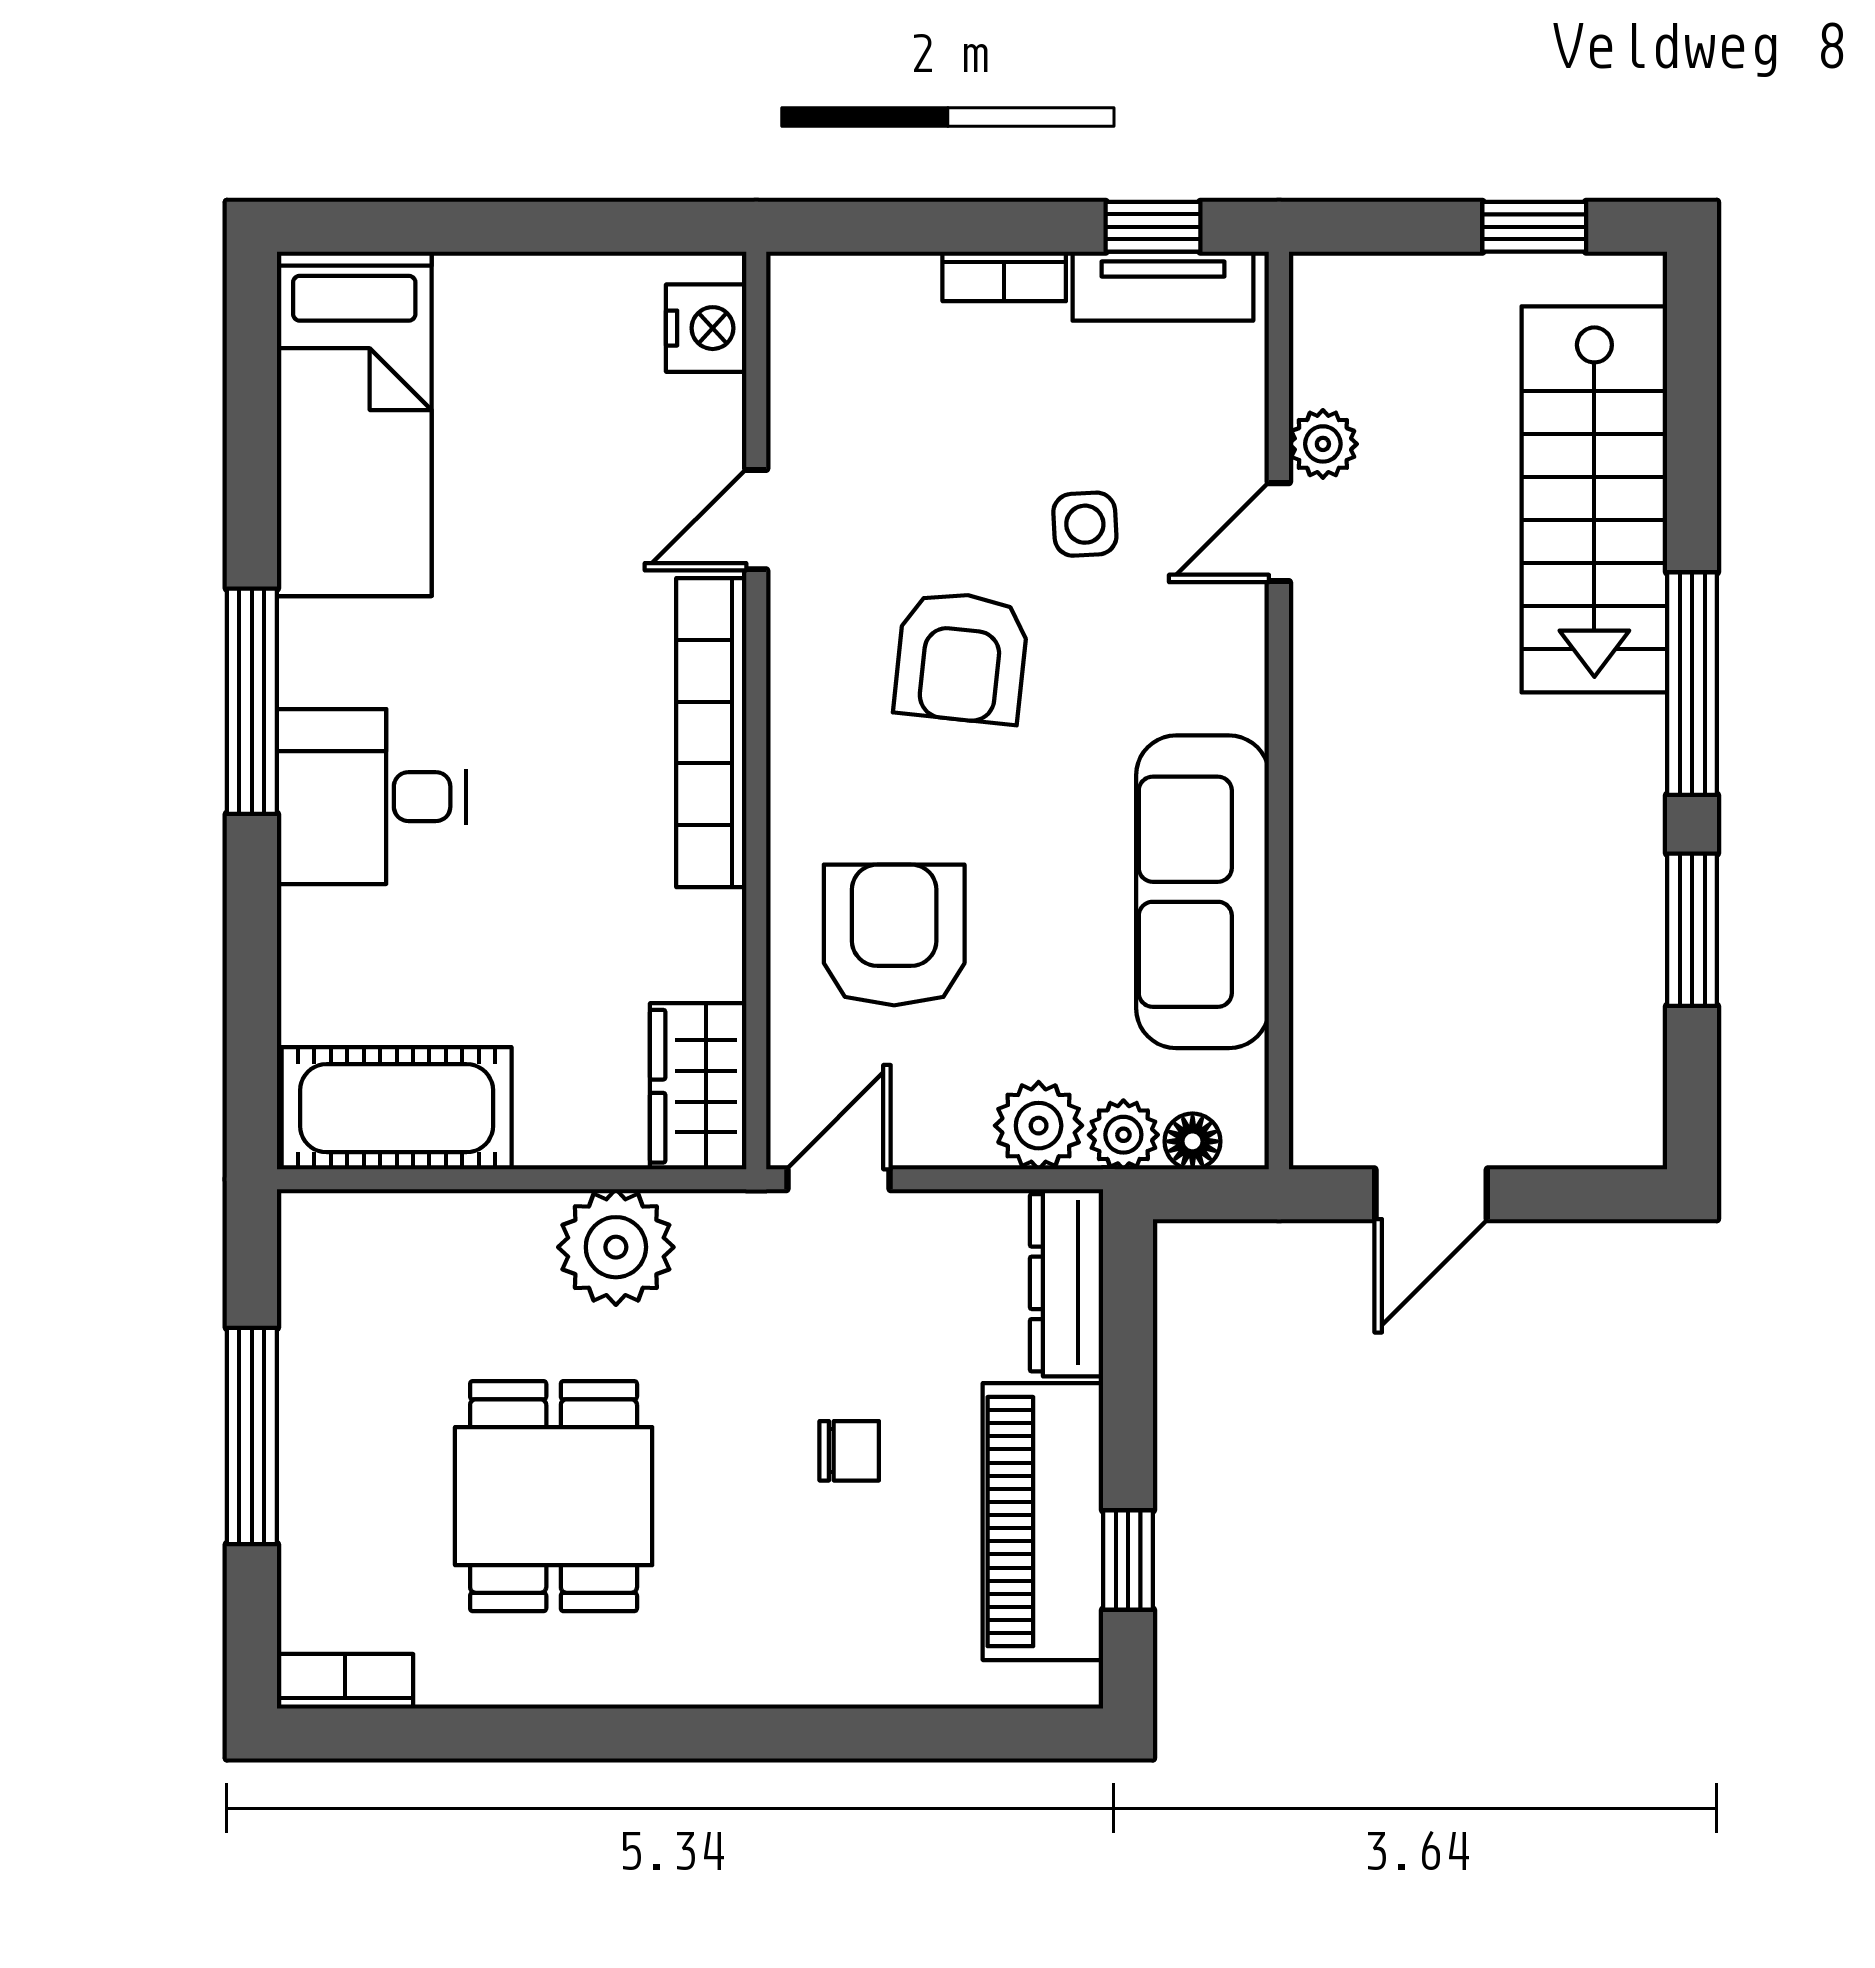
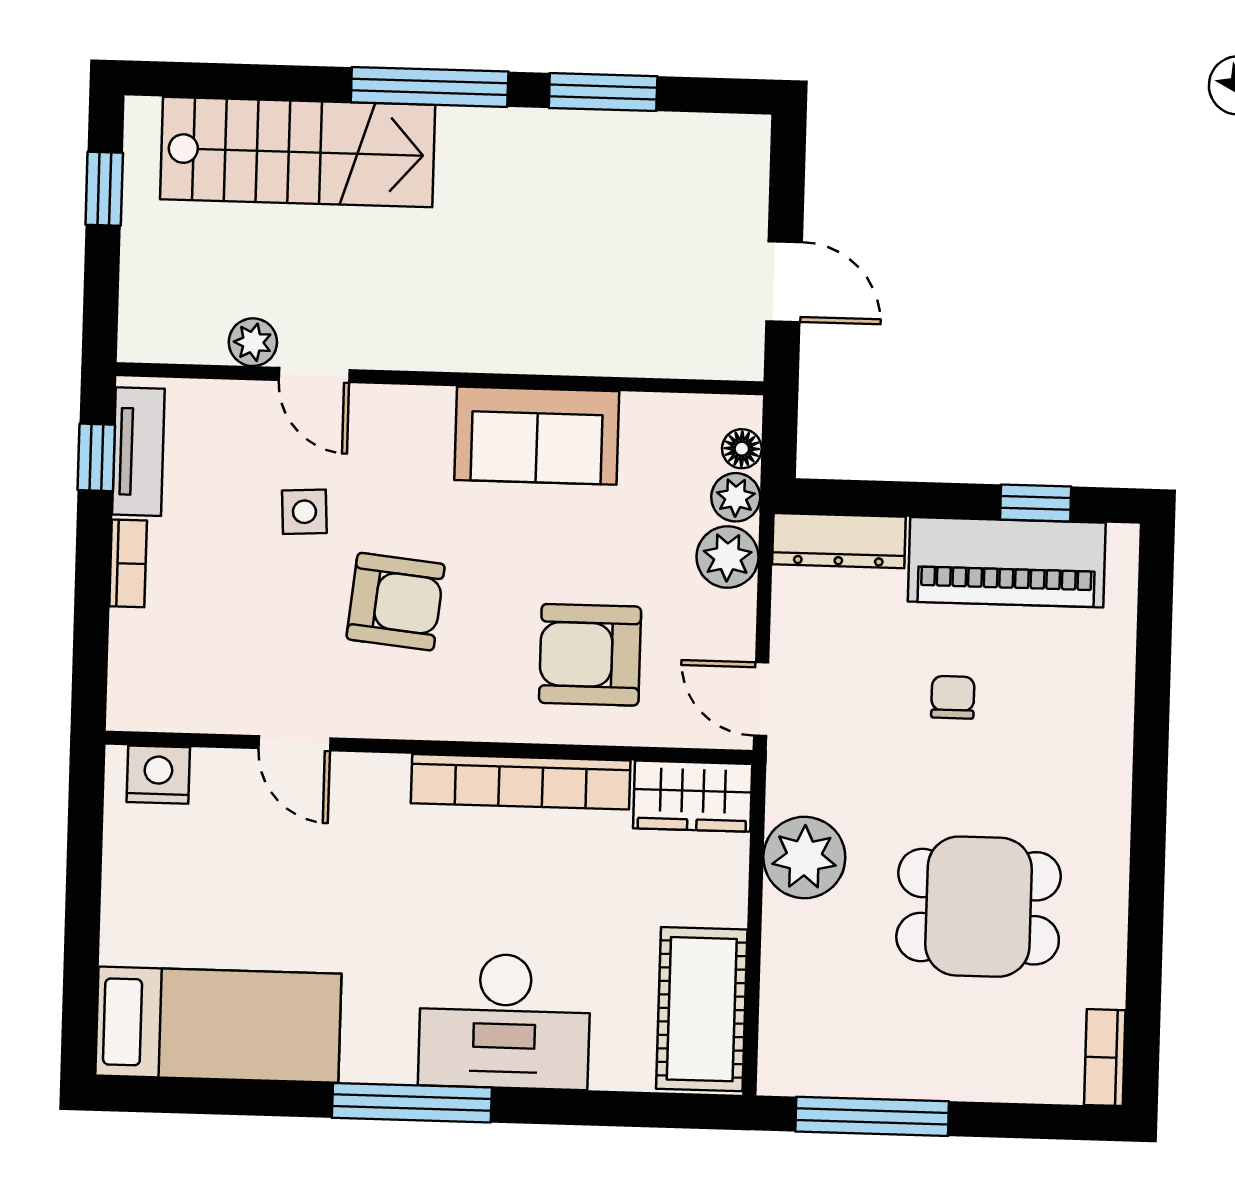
bookcase: (711, 733) -> (521, 782), moved
desk: (371, 797) -> (505, 1021), width x1.37
sofa: (1203, 892) -> (537, 436), width x0.73
window: (252, 1436) -> (872, 1116), moved

